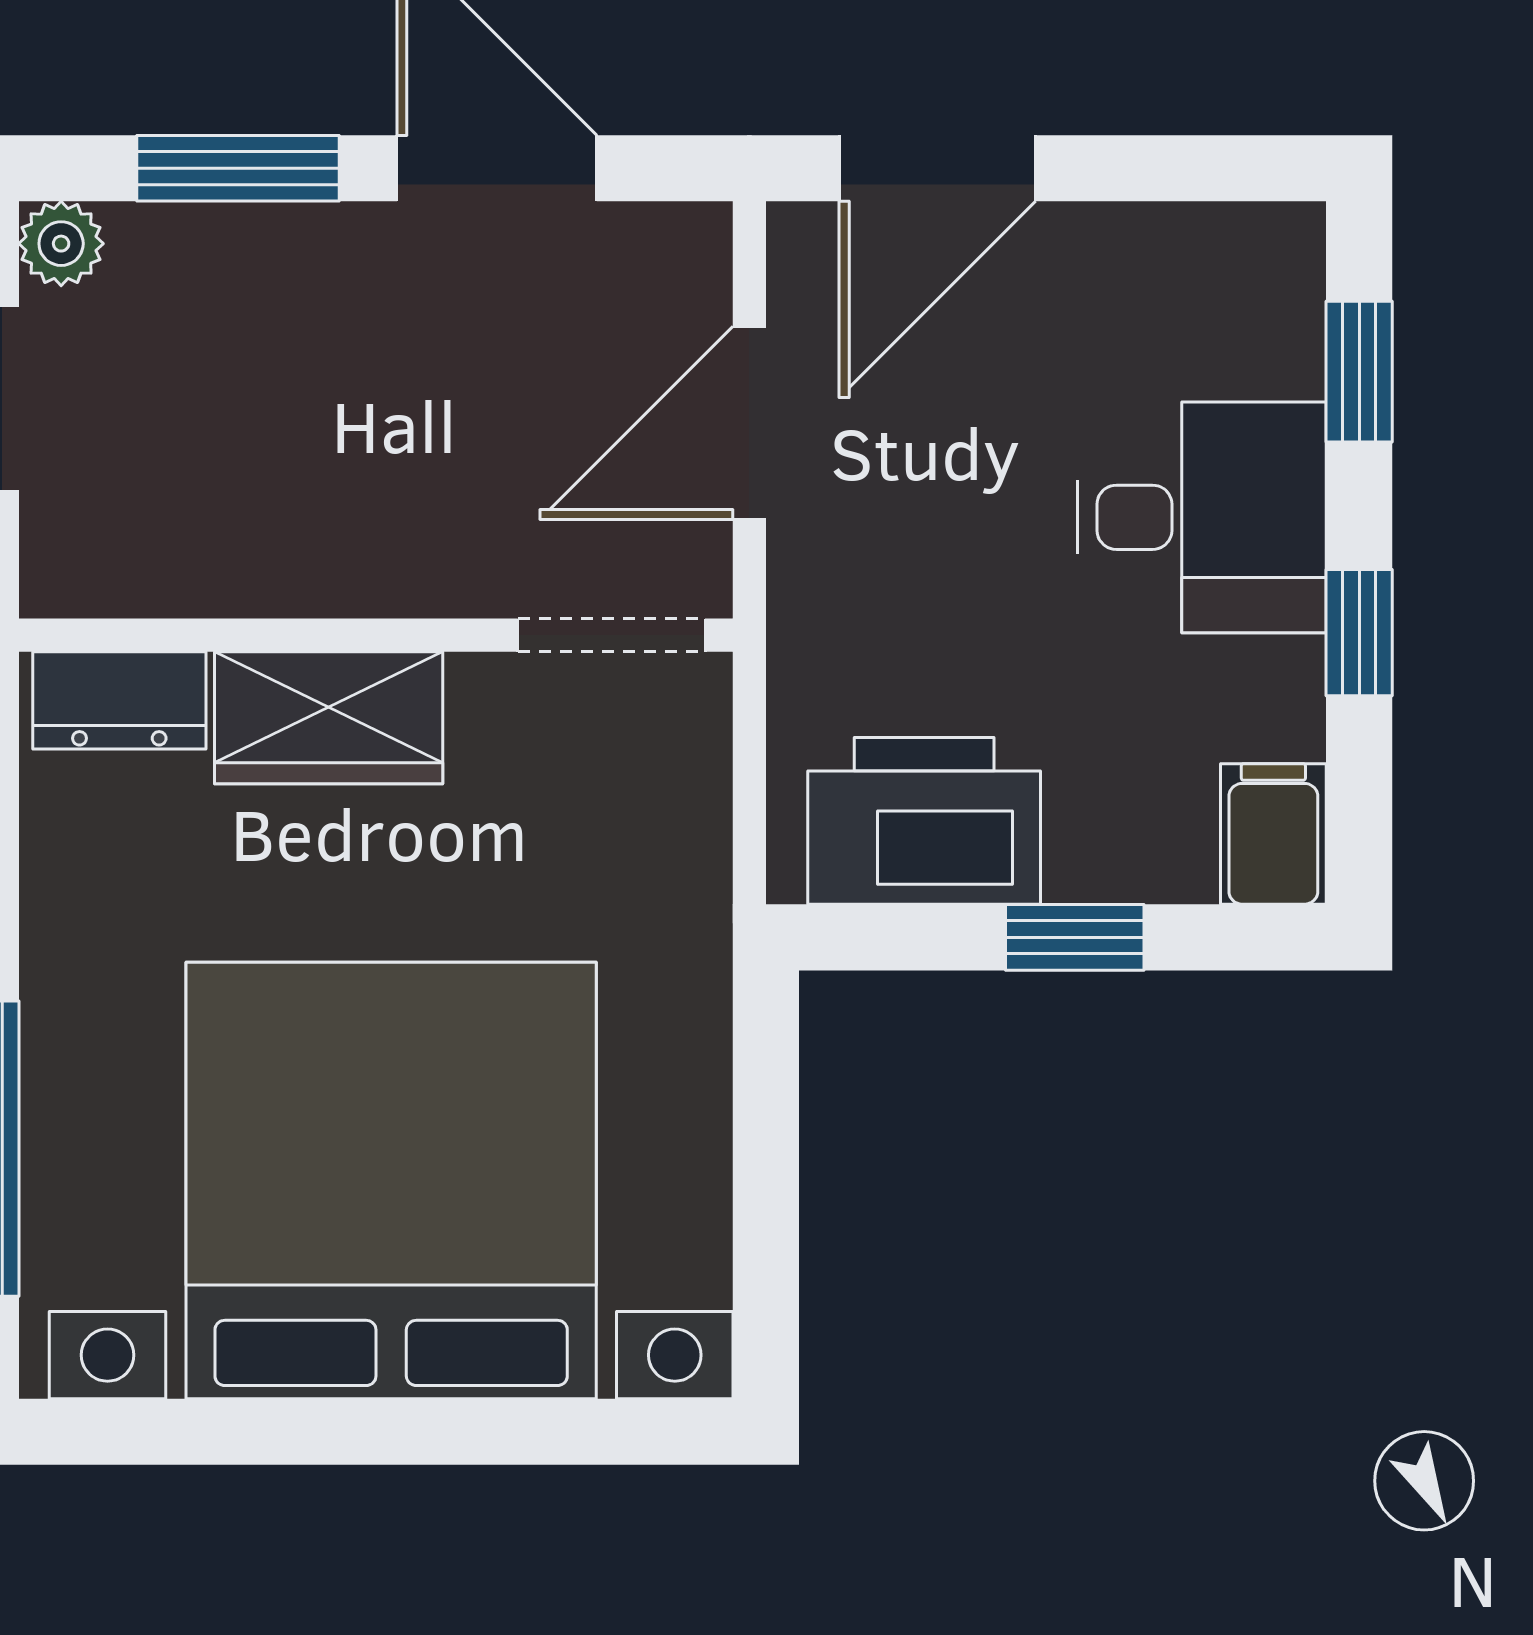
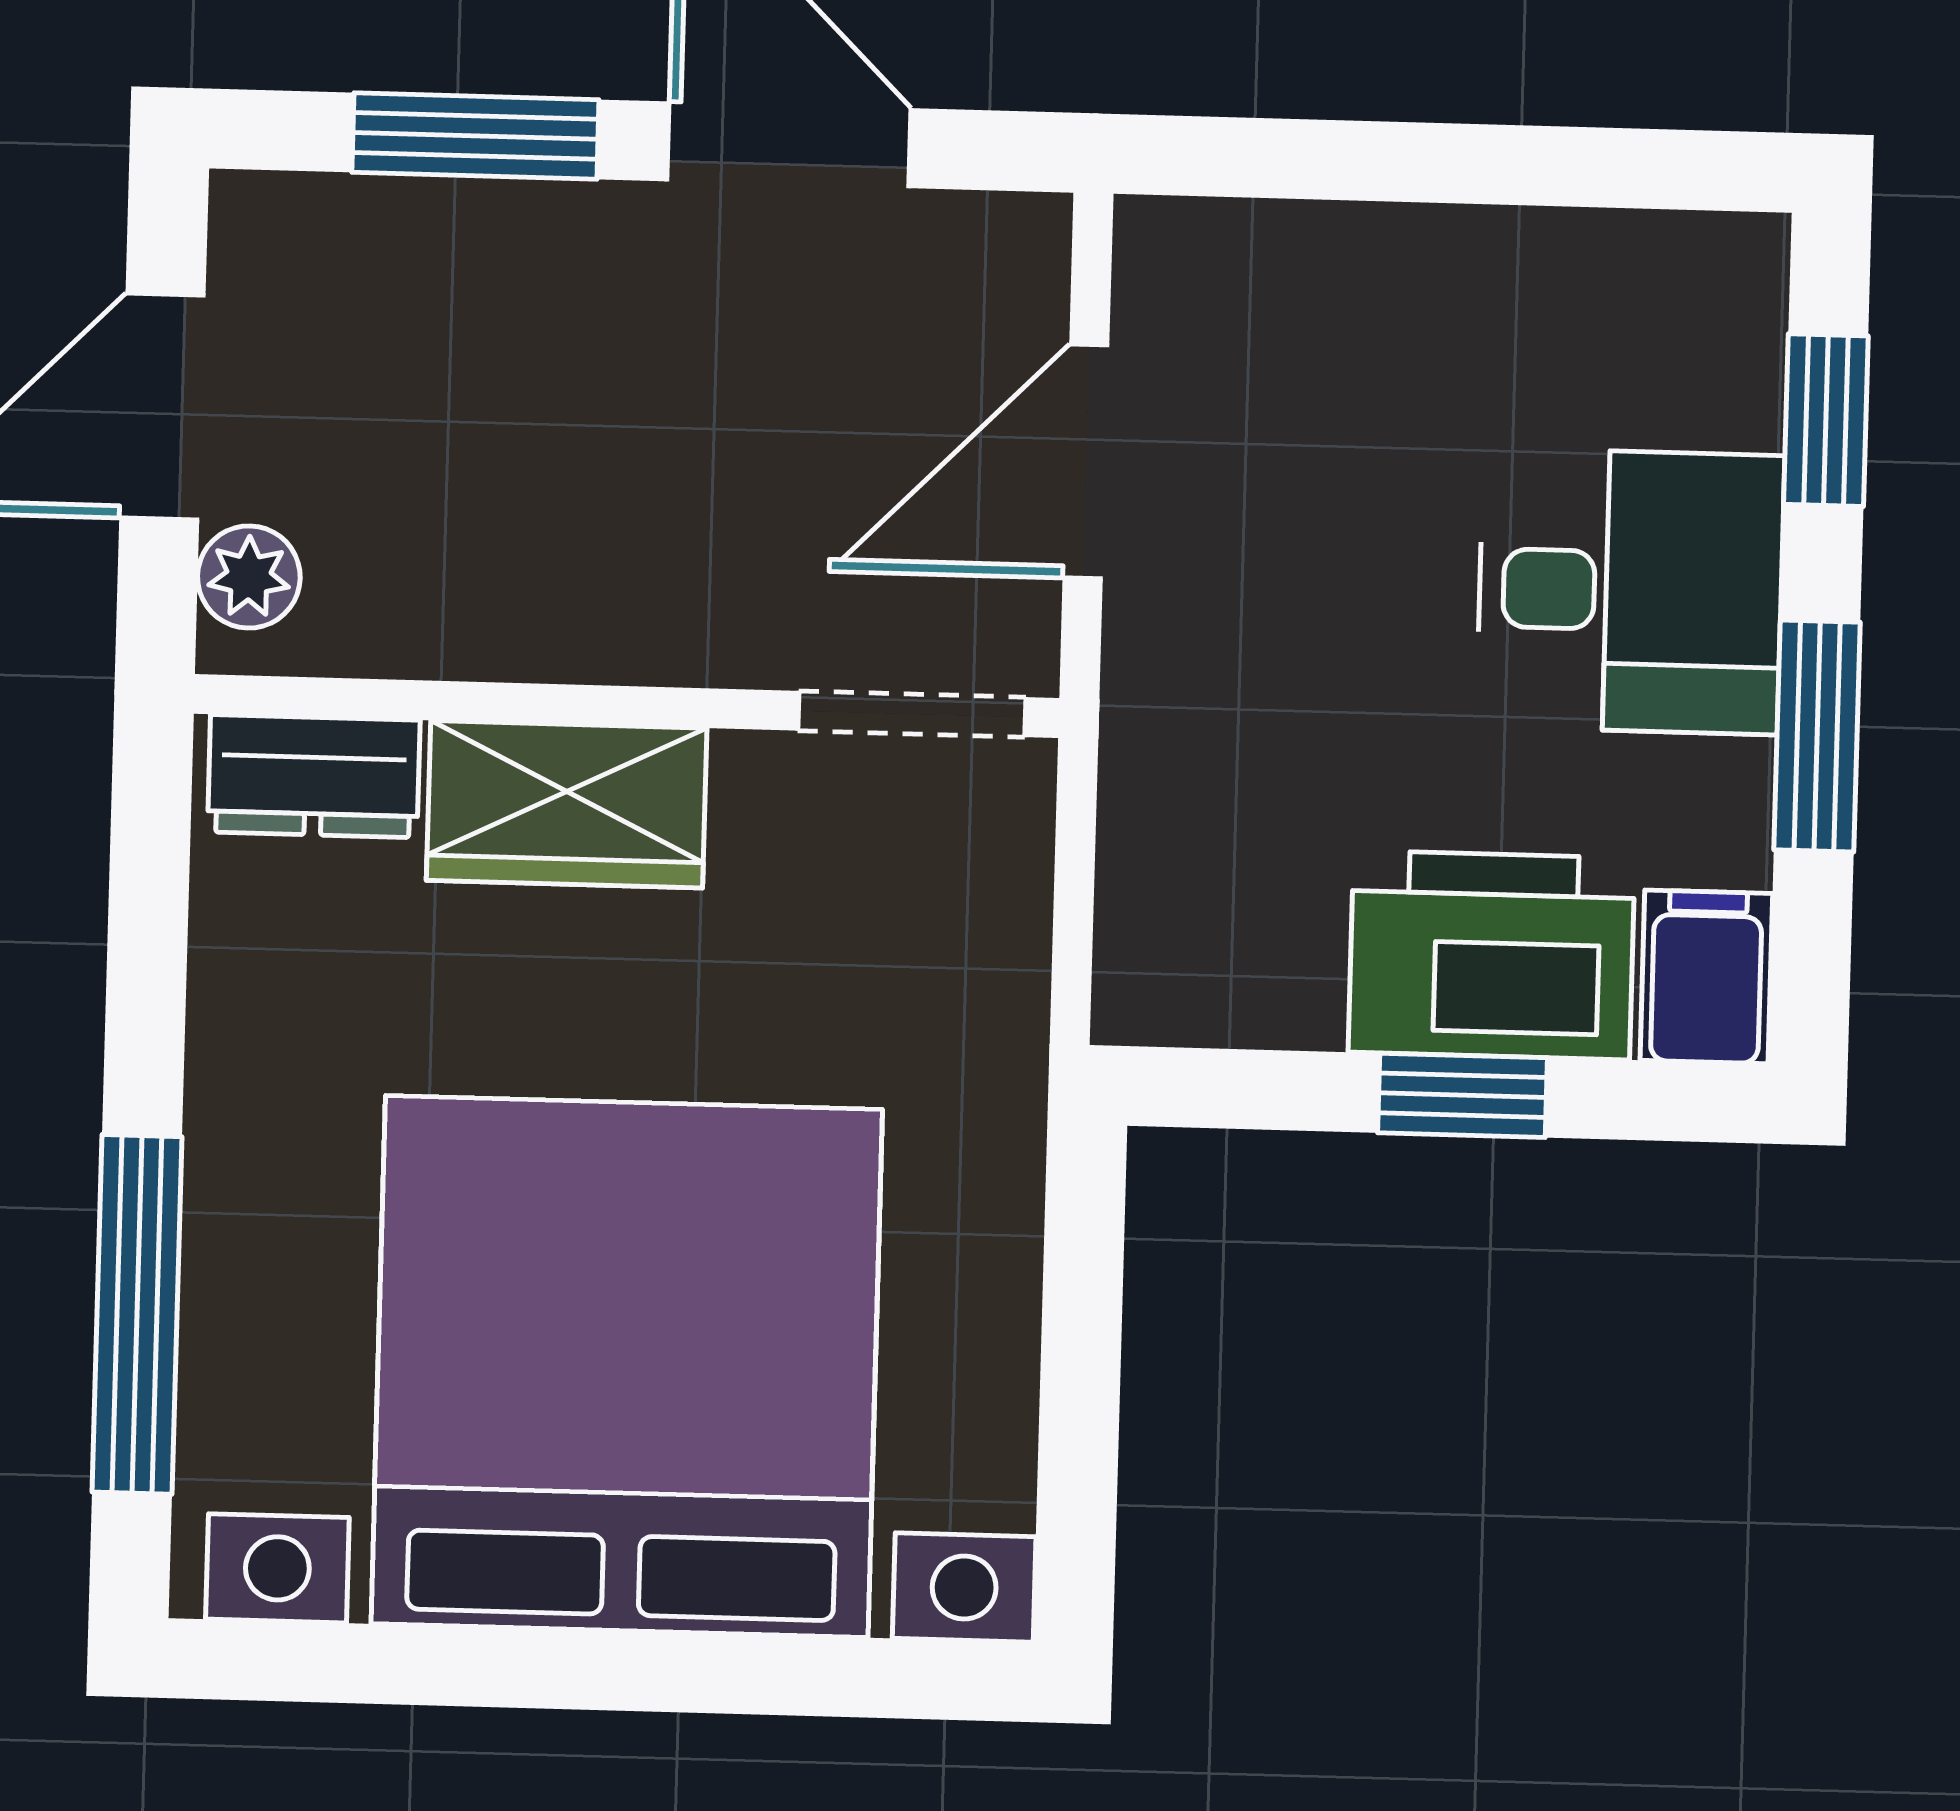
door: (937, 168) -> (1322, 160), removed
plant: (61, 244) -> (249, 577), moved
window: (1359, 633) -> (1817, 736), width x1.50
printer: (924, 821) -> (1492, 955), moved

